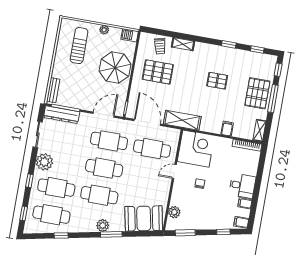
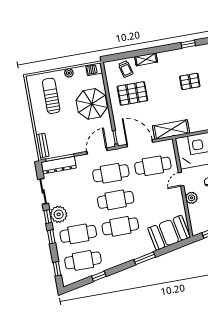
window: (33, 160) -> (48, 217), added
plant: (174, 212) -> (192, 198), moved
plant: (103, 225) -> (134, 253), removed

